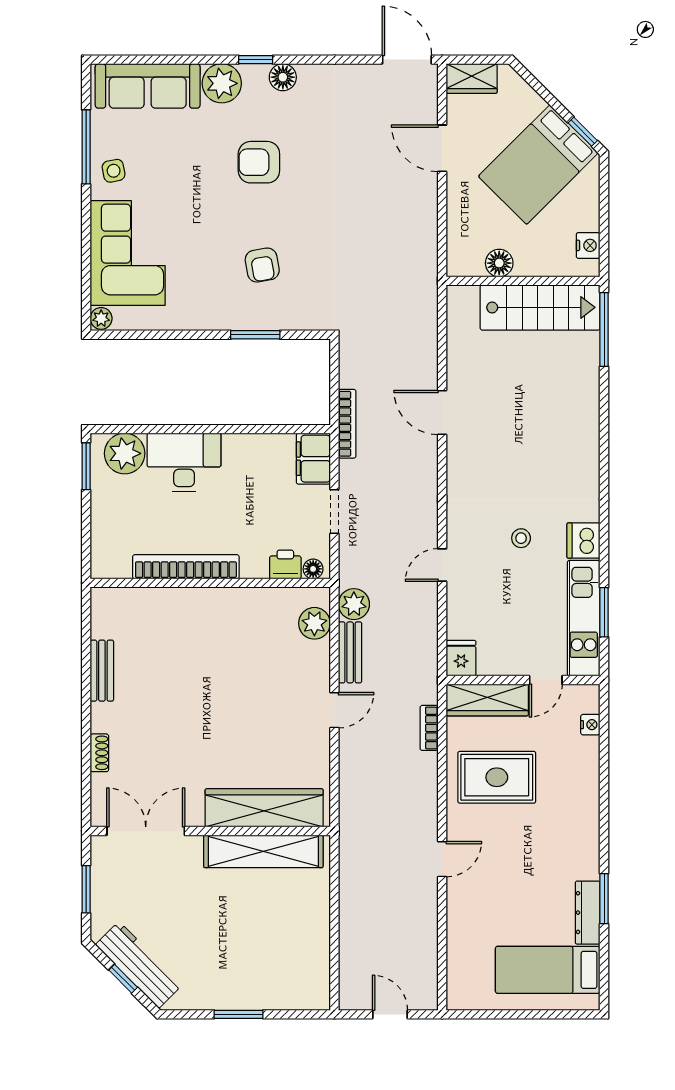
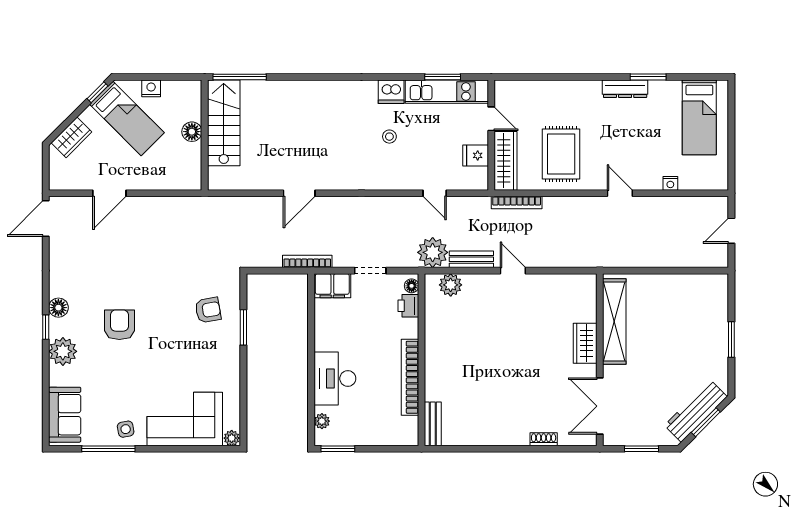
wardrobe: (472, 79) -> (71, 137), moved, turned 45
sofa: (148, 86) -> (65, 415), width x0.73
armchair: (259, 162) -> (119, 325), turned 180
bed: (538, 165) -> (127, 118), width x0.67
nightstand: (588, 245) -> (151, 88), moved
floor lamp: (499, 263) -> (192, 132), moved
armchair: (262, 265) -> (208, 310), moved
plant: (125, 453) -> (322, 421), width x0.53, depth x0.53
door: (442, 565) -> (435, 193), moved
plant: (354, 604) -> (433, 252), width x1.36, depth x1.36
fridge: (461, 658) -> (476, 155), moved
bench: (102, 671) -> (433, 424), moved, turned 90
nightstand: (590, 725) -> (670, 183), moved, turned 180
bookcase: (429, 728) -> (517, 203), width x1.56
wardrobe: (264, 808) -> (585, 343), width x0.48, depth x0.85
dresser: (588, 913) -> (625, 89), moved
window: (123, 979) -> (706, 422), width x1.50

